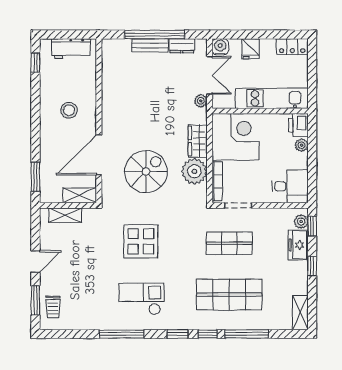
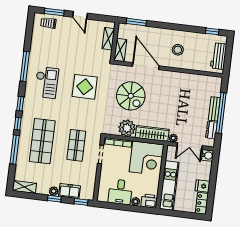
fridge: (251, 49) -> (203, 186), moved
wardrobe: (198, 141) -> (152, 133), width x1.50
desk: (290, 186) -> (120, 192), moved
plant: (301, 222) -> (54, 191), moved

